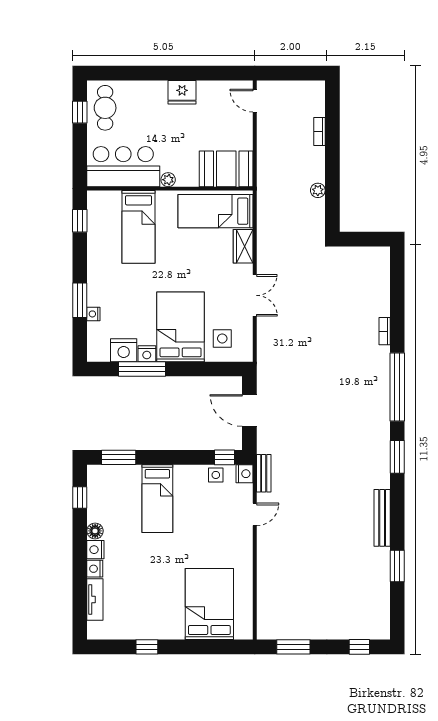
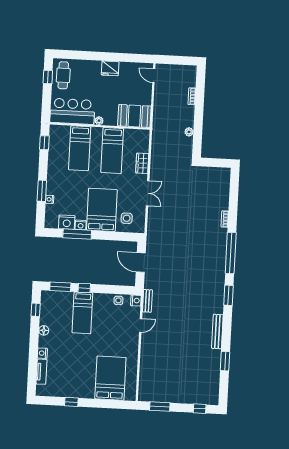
bed: (216, 211) -> (112, 150), moved, turned -90
window: (225, 457) -> (84, 288), moved
nightstand: (95, 550) -> (43, 342), removed

